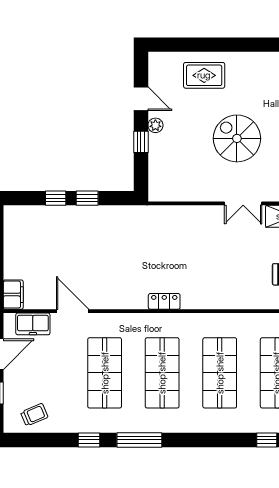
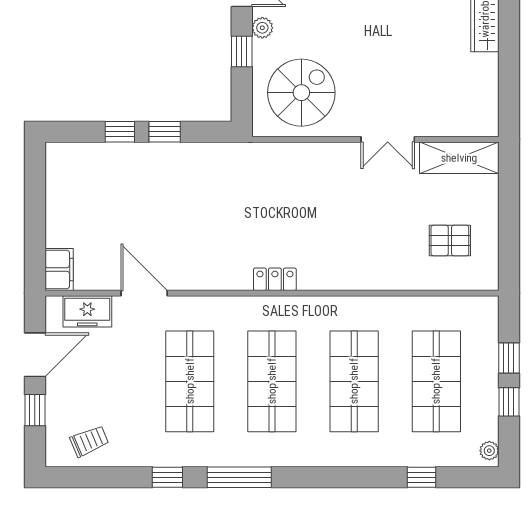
spiral stairs: (237, 138) -> (301, 93), moved, turned 90

